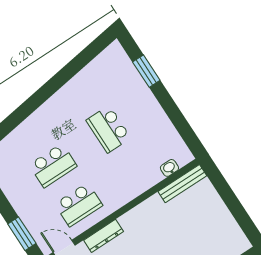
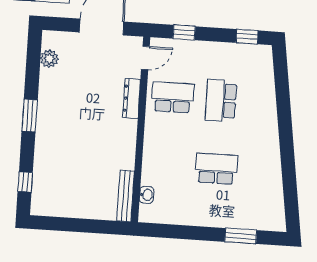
school desk: (79, 205) -> (173, 97), turned 90
window: (22, 234) -> (184, 32), width x0.67

